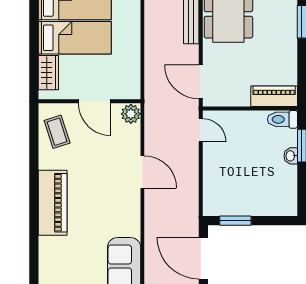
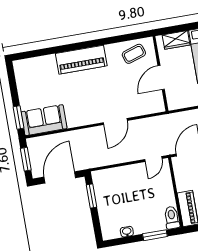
plant: (131, 114) -> (156, 106), removed
washbasin: (291, 156) -> (127, 232), moved

